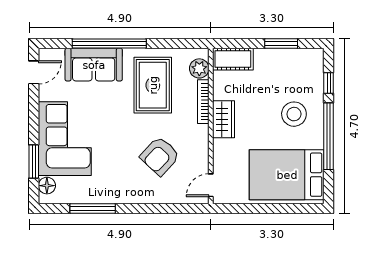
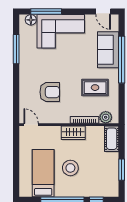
rug: (153, 85) -> (95, 88), width x0.73, depth x0.70
stool: (294, 114) -> (70, 168), moved
armchair: (160, 156) -> (50, 92), turned 137
window: (34, 162) -> (46, 11), width x1.44
bed: (287, 175) -> (43, 173), width x0.67

